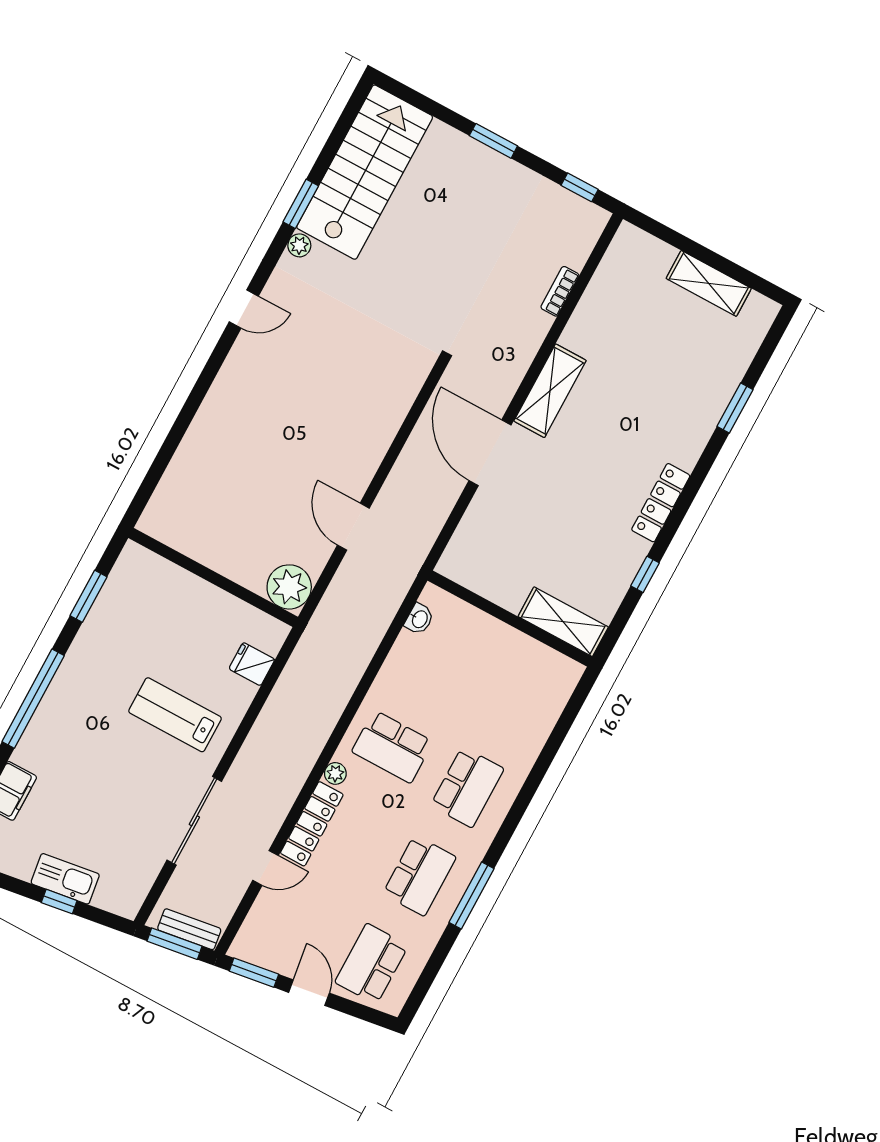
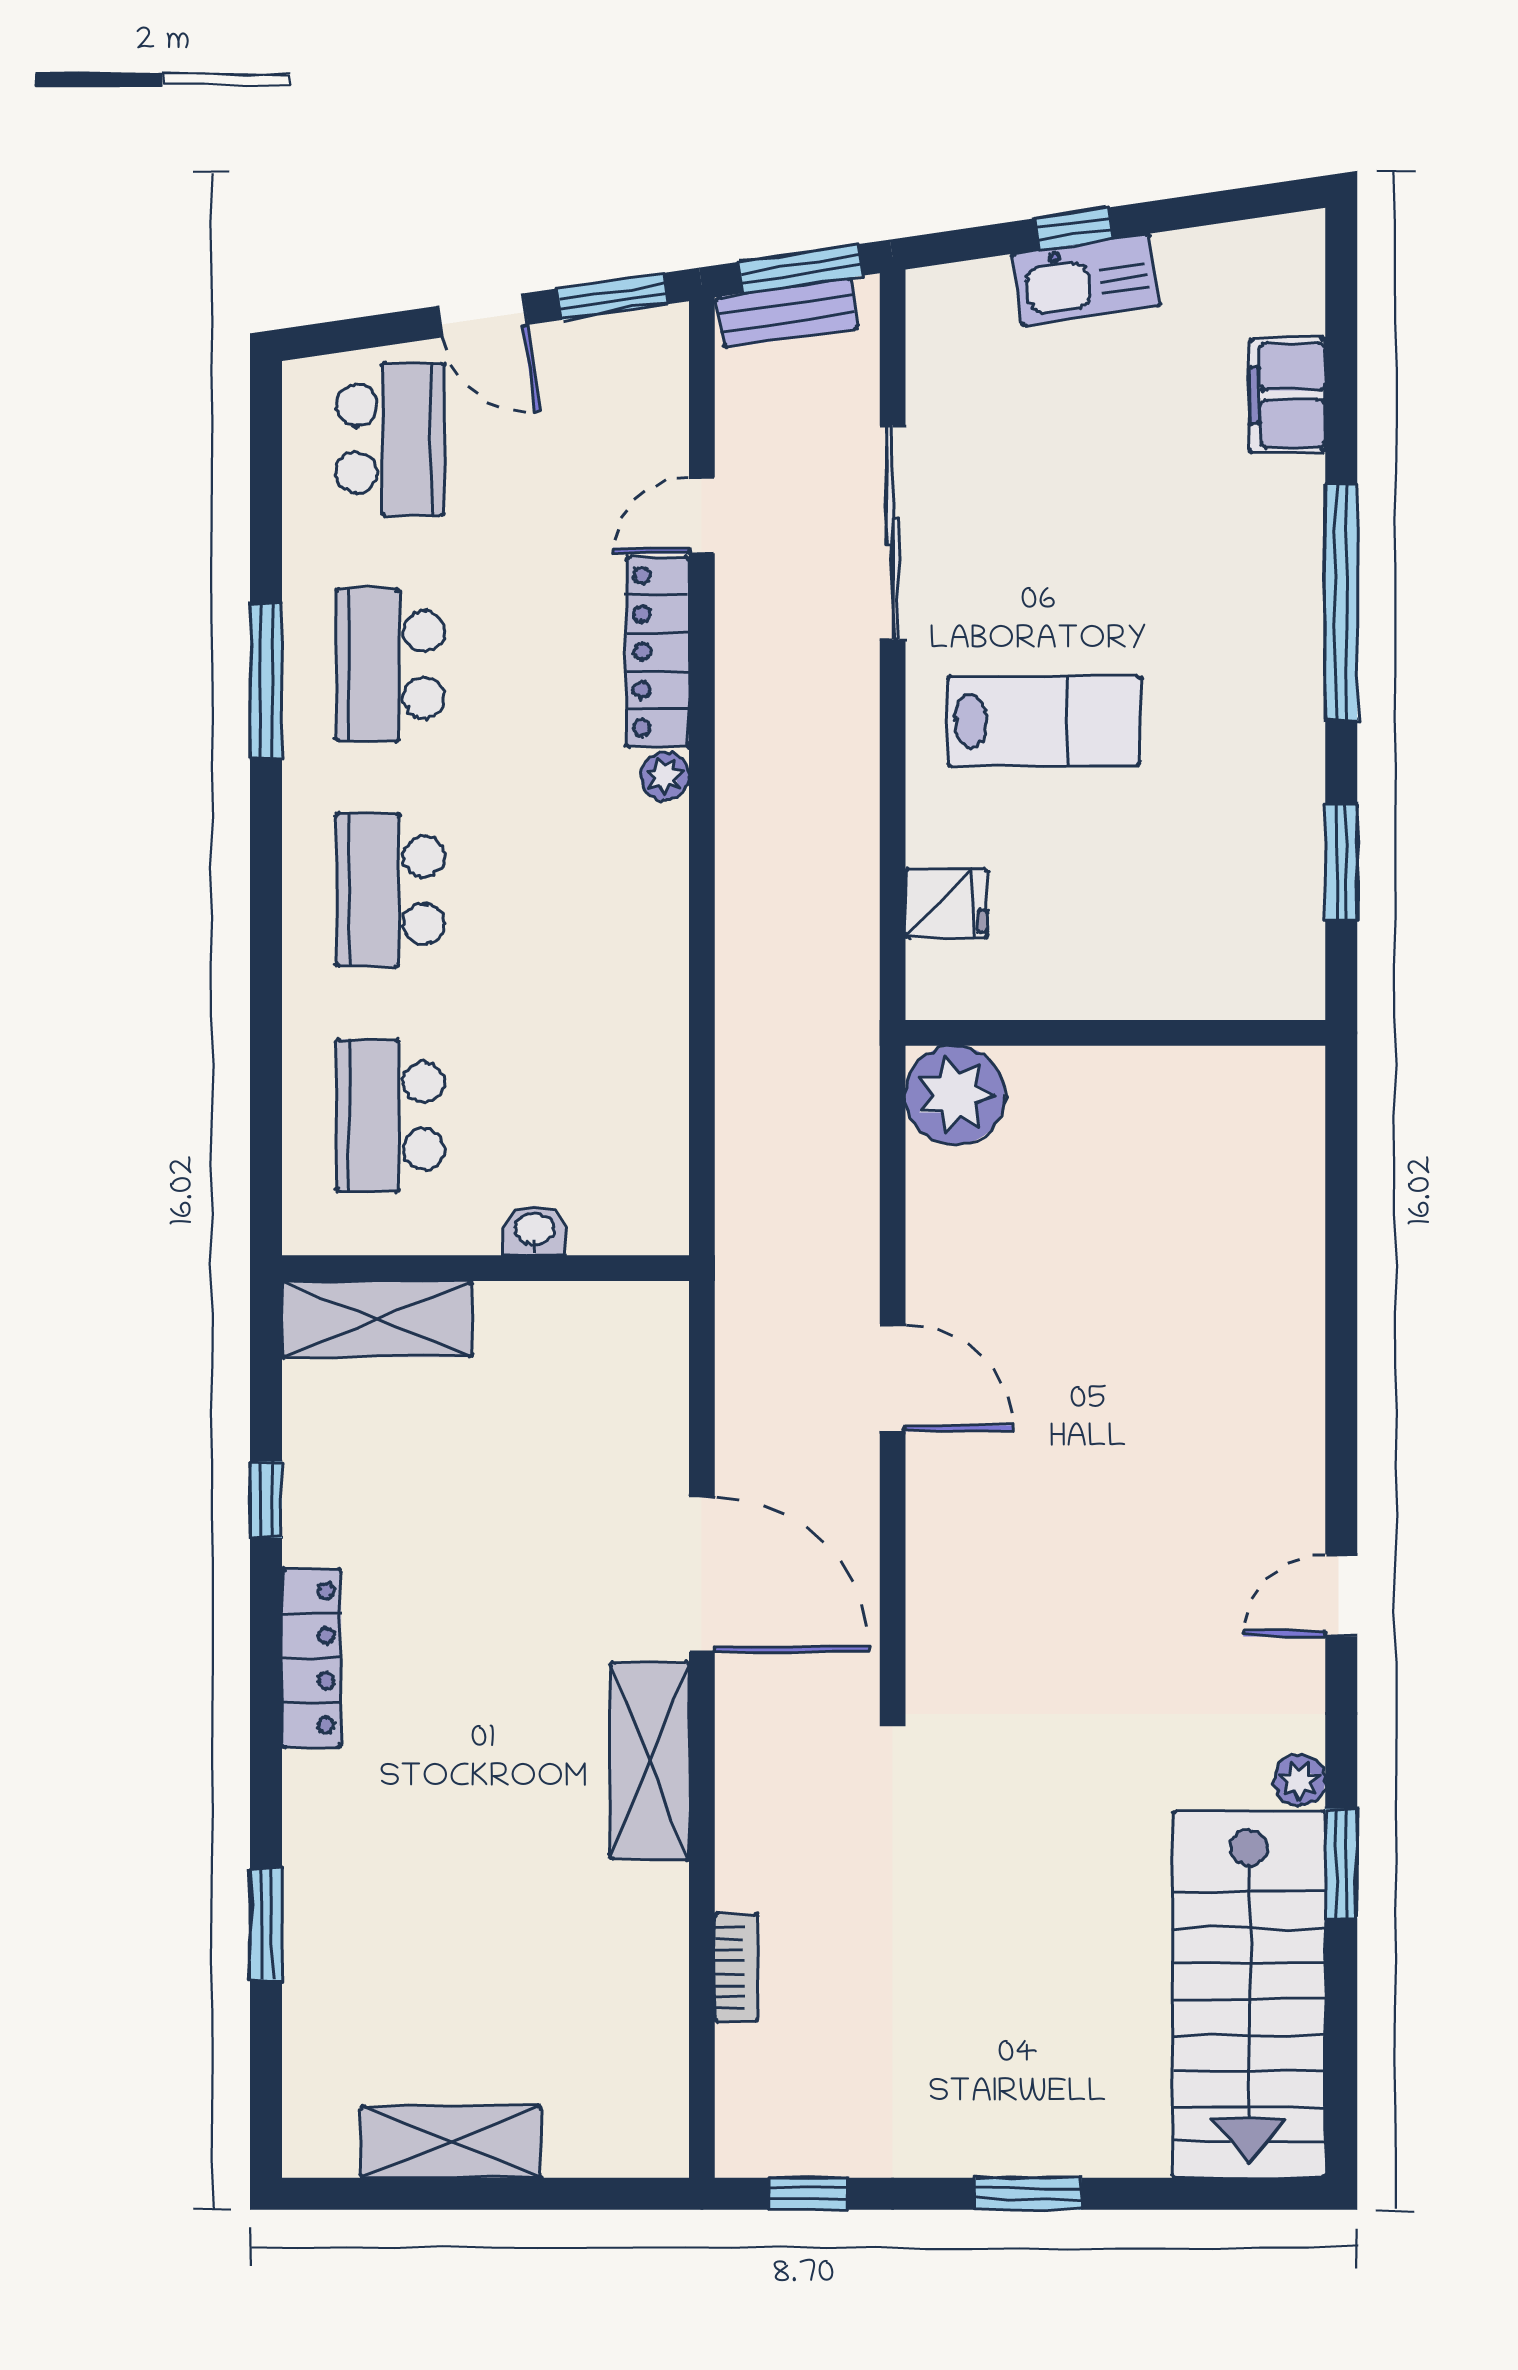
door: (353, 527) -> (893, 1378), moved
washbasin: (419, 619) -> (534, 1231), moved, turned 90
school desk: (392, 747) -> (390, 1116), moved, turned -90

